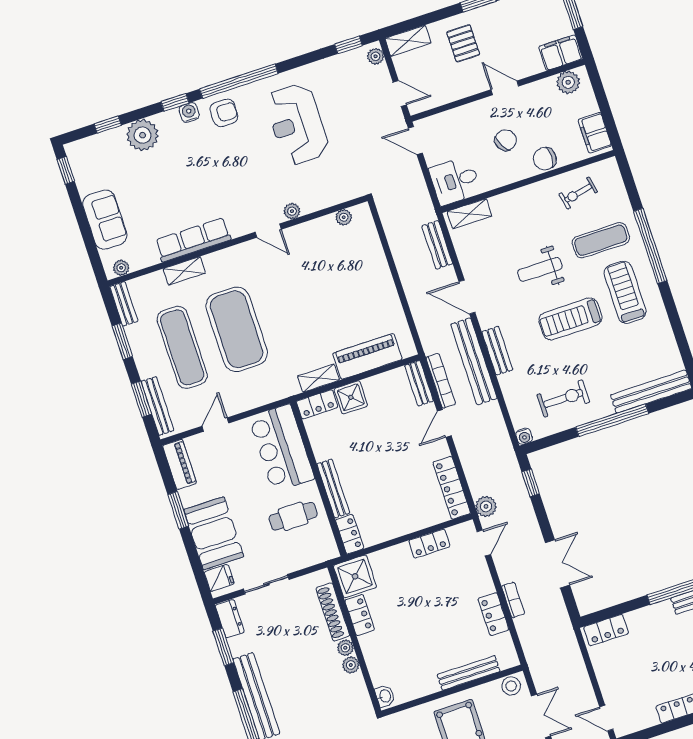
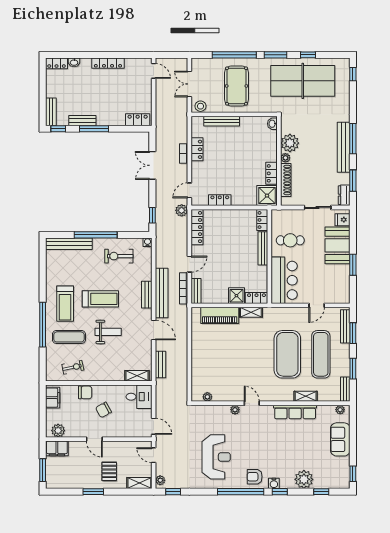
piano: (179, 464) -> (344, 290), removed
plant: (351, 665) -> (290, 143), width x1.88, depth x1.88

